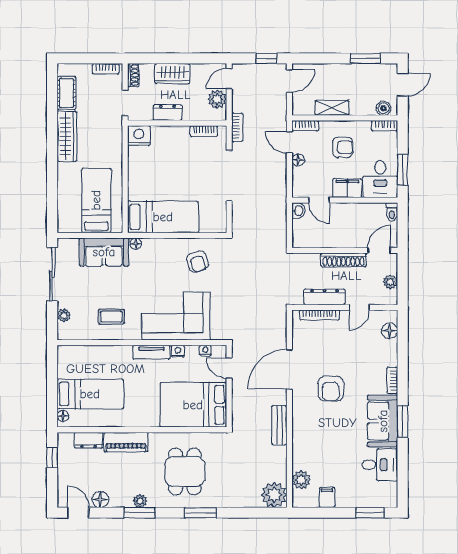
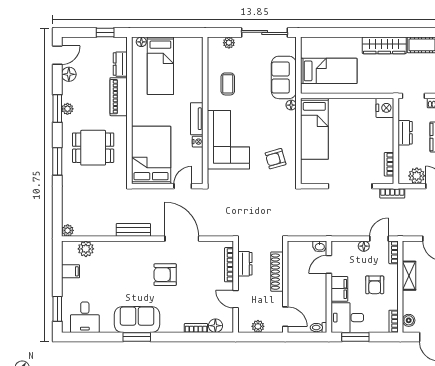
shoe rack: (344, 260) -> (277, 272), moved
dresser: (325, 297) -> (245, 264), width x0.70
nightstand: (205, 350) -> (198, 165), removed
bookcase: (392, 380) -> (196, 328), moved
desk: (380, 465) -> (85, 317), moved
plant: (274, 495) -> (68, 230), width x0.53, depth x0.53

